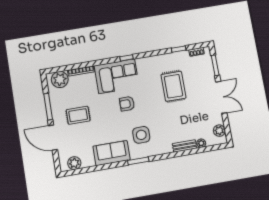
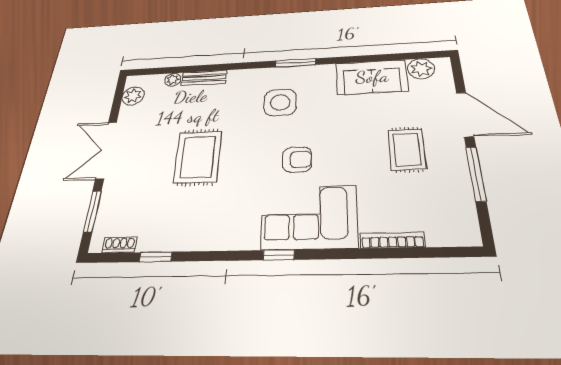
plant: (60, 79) -> (446, 228), removed
rug: (173, 86) -> (198, 157), moved
rug: (78, 115) -> (407, 149), turned 90
sofa: (112, 153) -> (372, 77), moved

